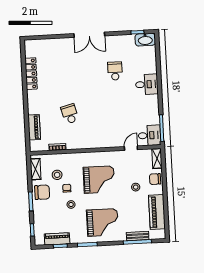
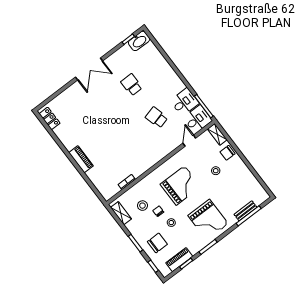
locker: (31, 74) -> (50, 118), moved, width x0.66
desk: (147, 84) -> (185, 102), moved
school desk: (70, 114) -> (157, 118), moved
piano: (34, 127) -> (81, 159), moved
chair: (42, 192) -> (157, 243), moved
piano: (157, 212) -> (248, 179), removed
grand piano: (102, 222) -> (208, 220), turned 90

